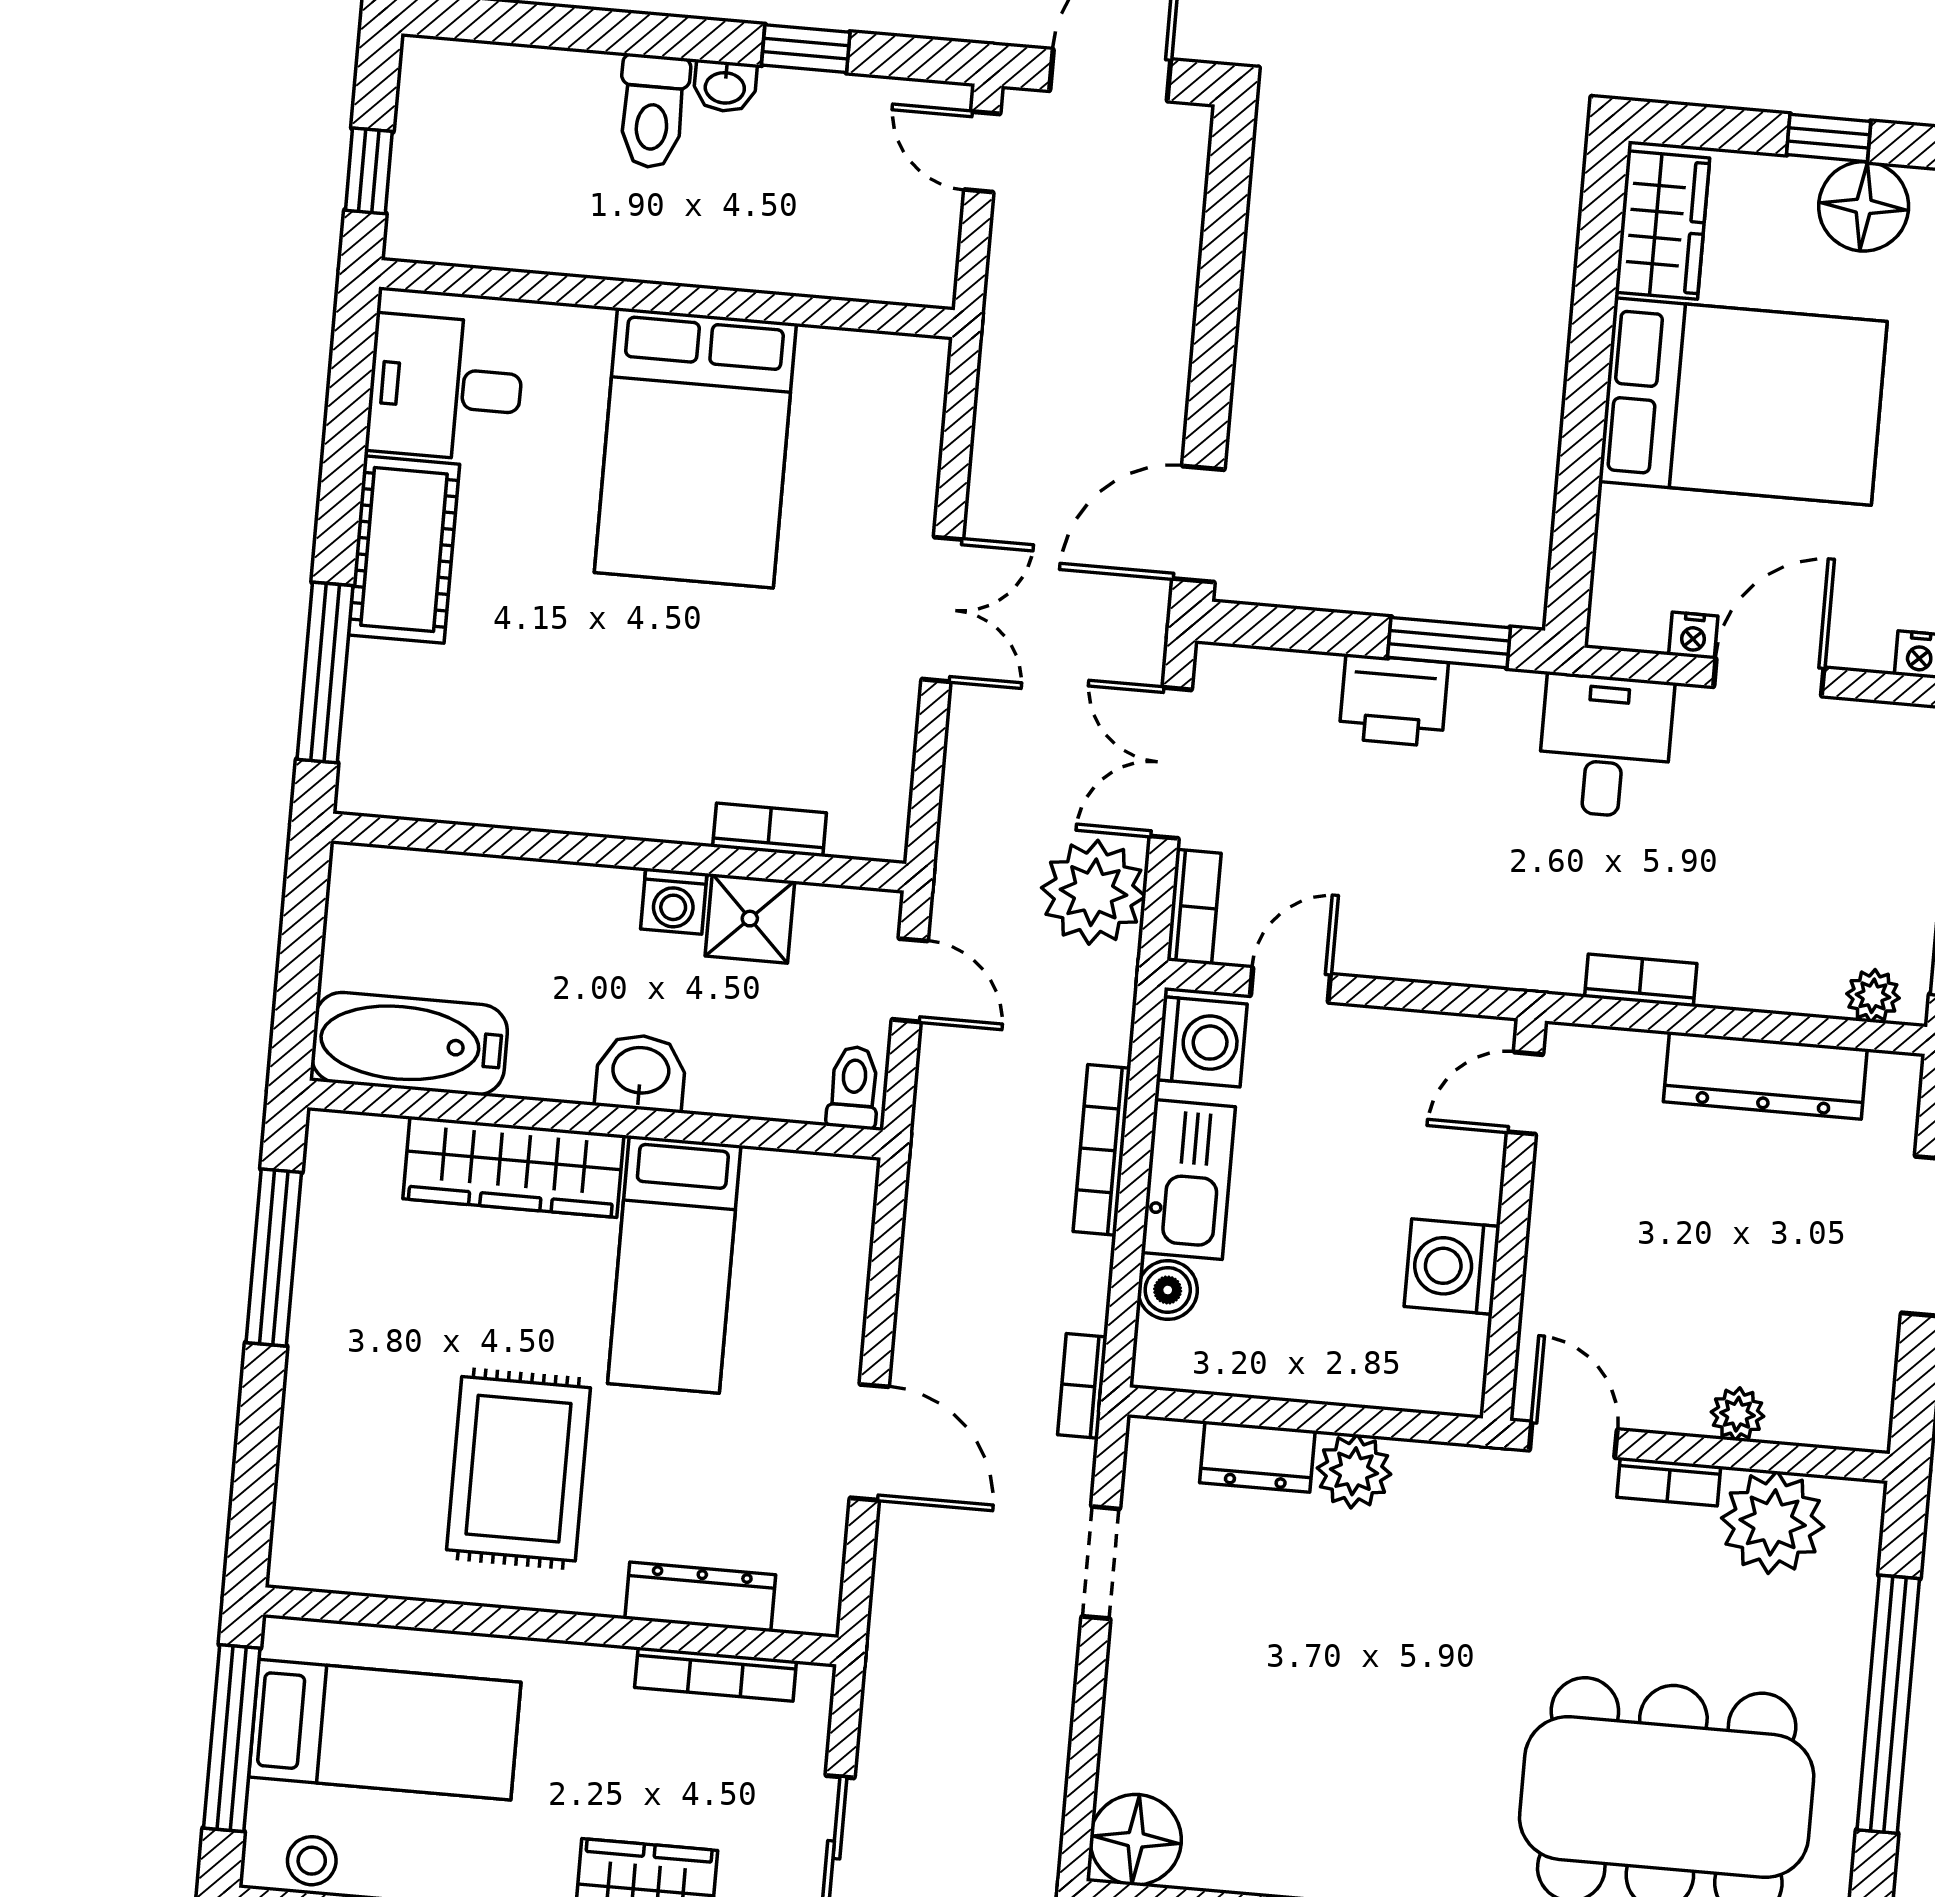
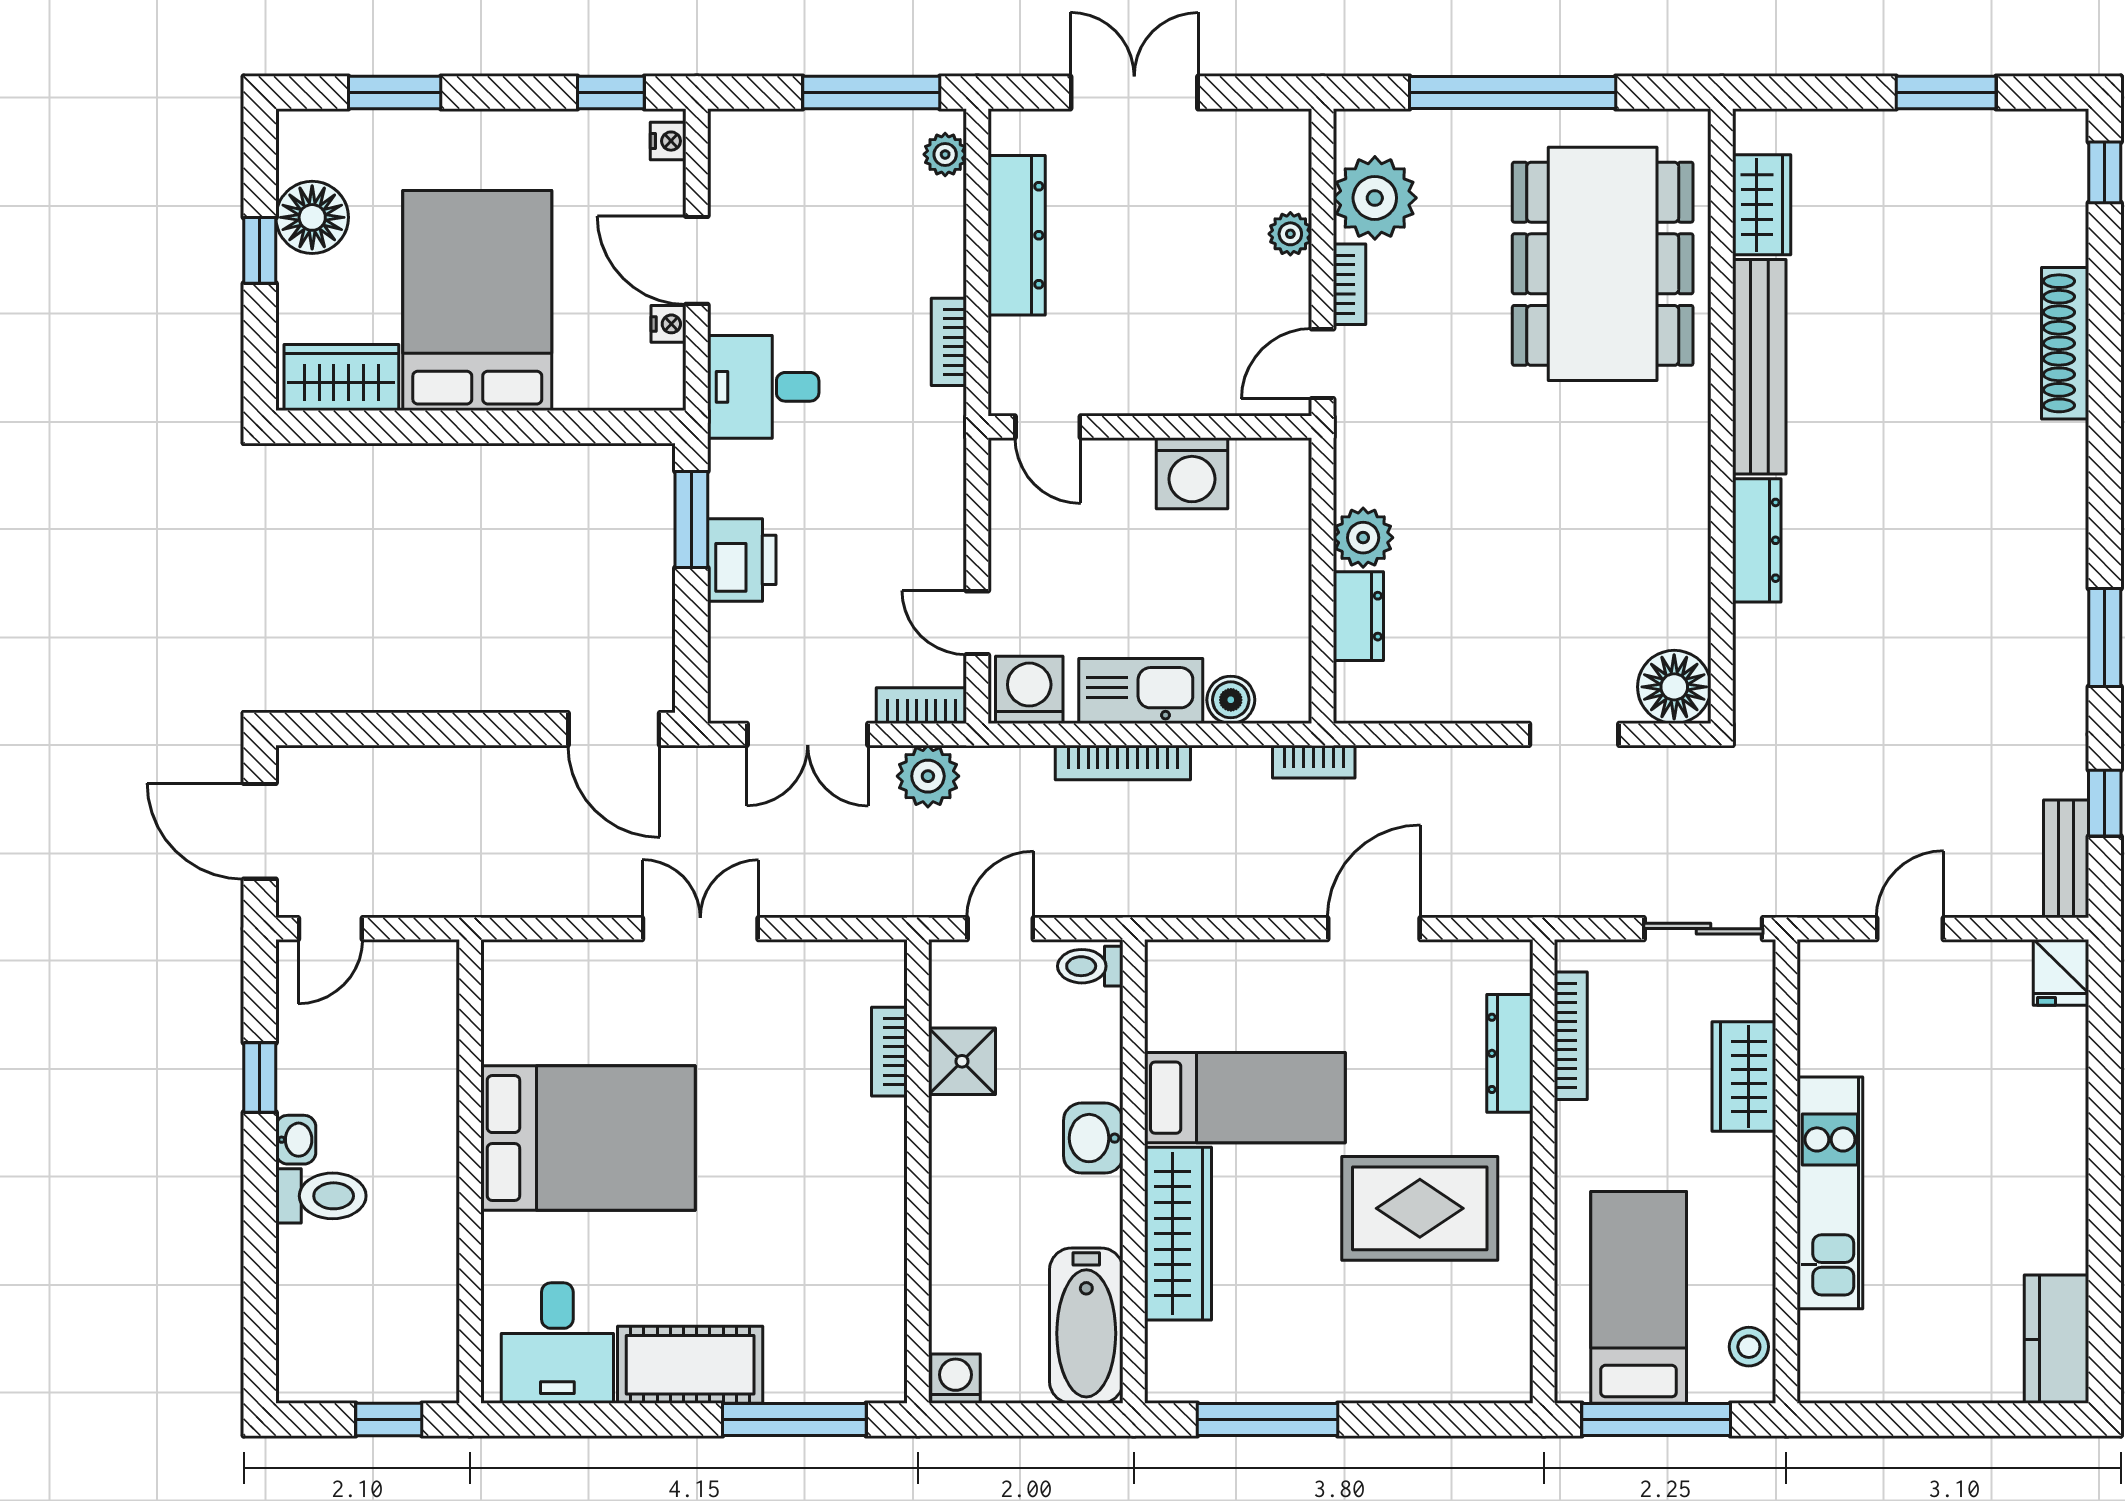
plant: (1093, 892) -> (928, 776), width x0.73, depth x0.73
washing machine: (674, 901) -> (956, 1379), moved, turned -90
doorway: (1101, 1563) -> (1574, 734), moved

